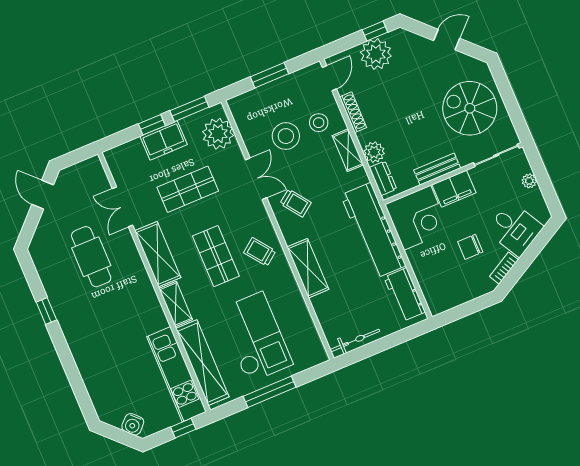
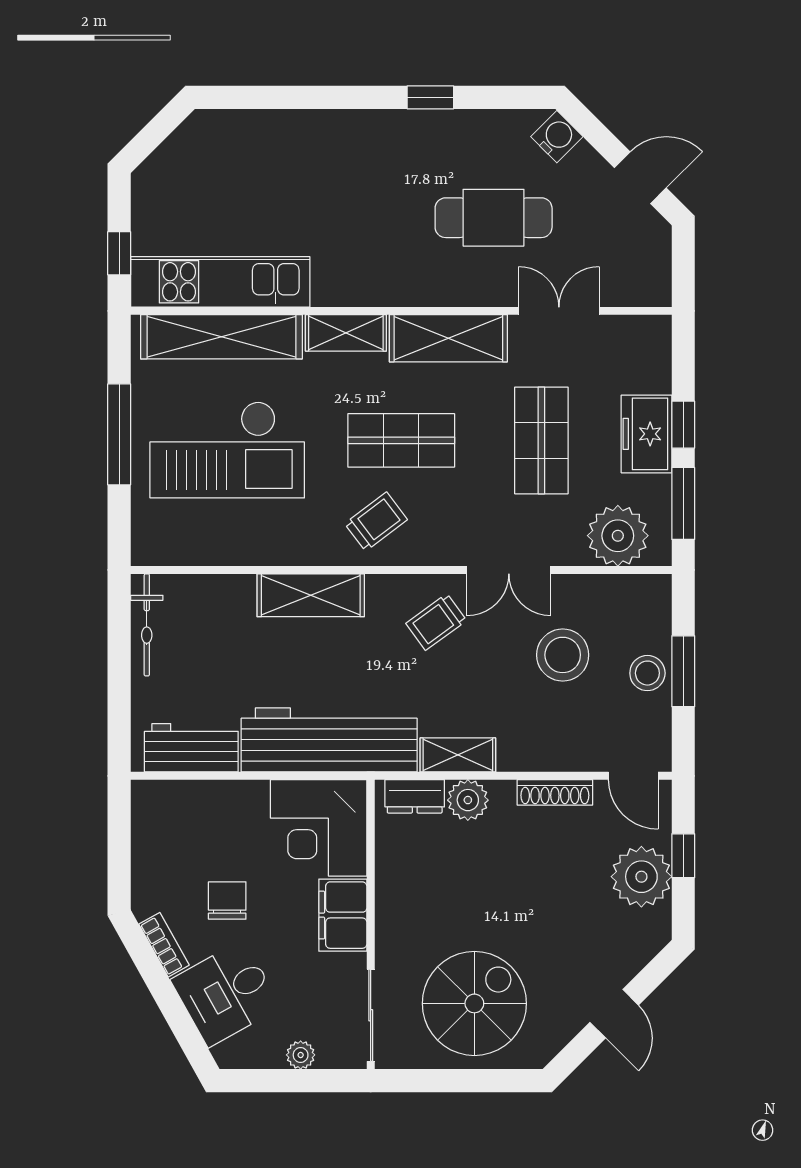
window: (375, 31) -> (683, 856), moved
stool: (319, 123) -> (647, 673), moved
shelving: (348, 150) -> (458, 755), moved
bench: (437, 169) -> (391, 900), removed
water cooler: (133, 424) -> (557, 137), moved, turned 90

